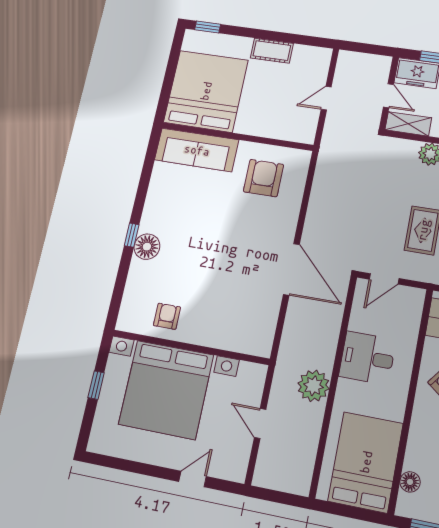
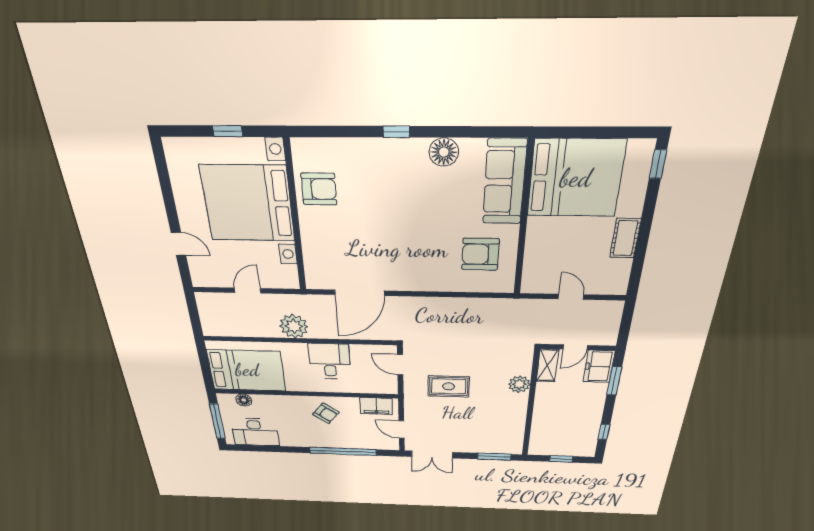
armchair: (263, 178) -> (480, 254), turned 180
floor lamp: (147, 247) -> (444, 152), moved
door: (291, 269) -> (360, 293), moved
armchair: (167, 316) -> (319, 189), width x1.38, depth x1.38

